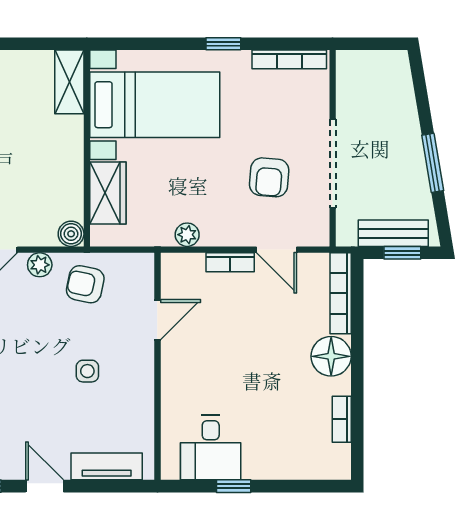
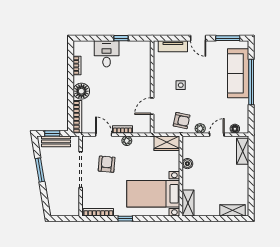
wardrobe: (108, 193) -> (167, 143), moved, turned -90
boiler: (71, 234) -> (187, 164), moved
plant: (187, 235) -> (127, 141), moved
desk: (211, 448) -> (107, 54), moved

